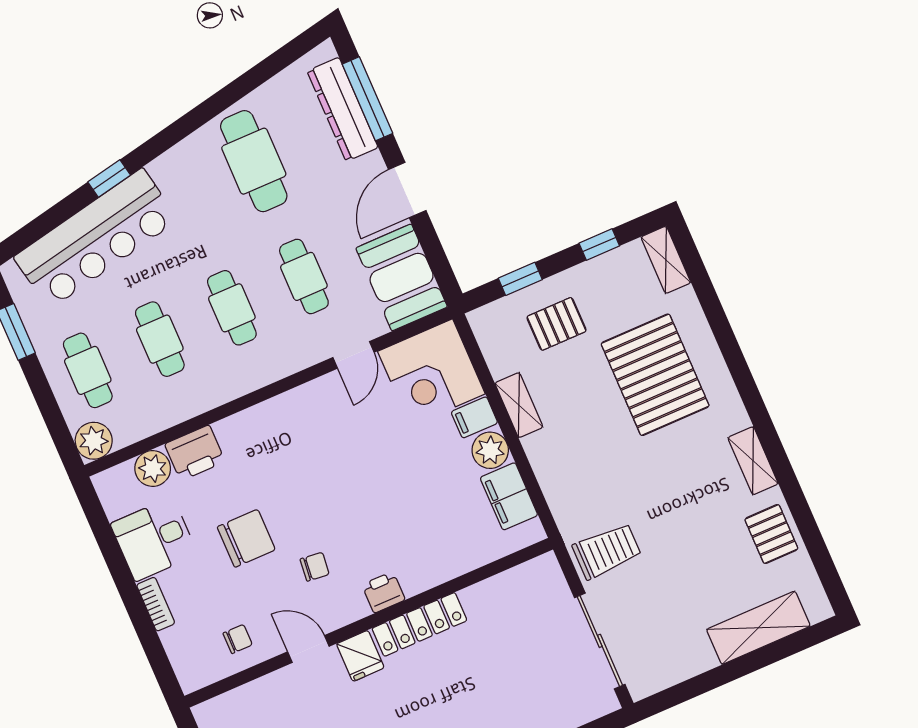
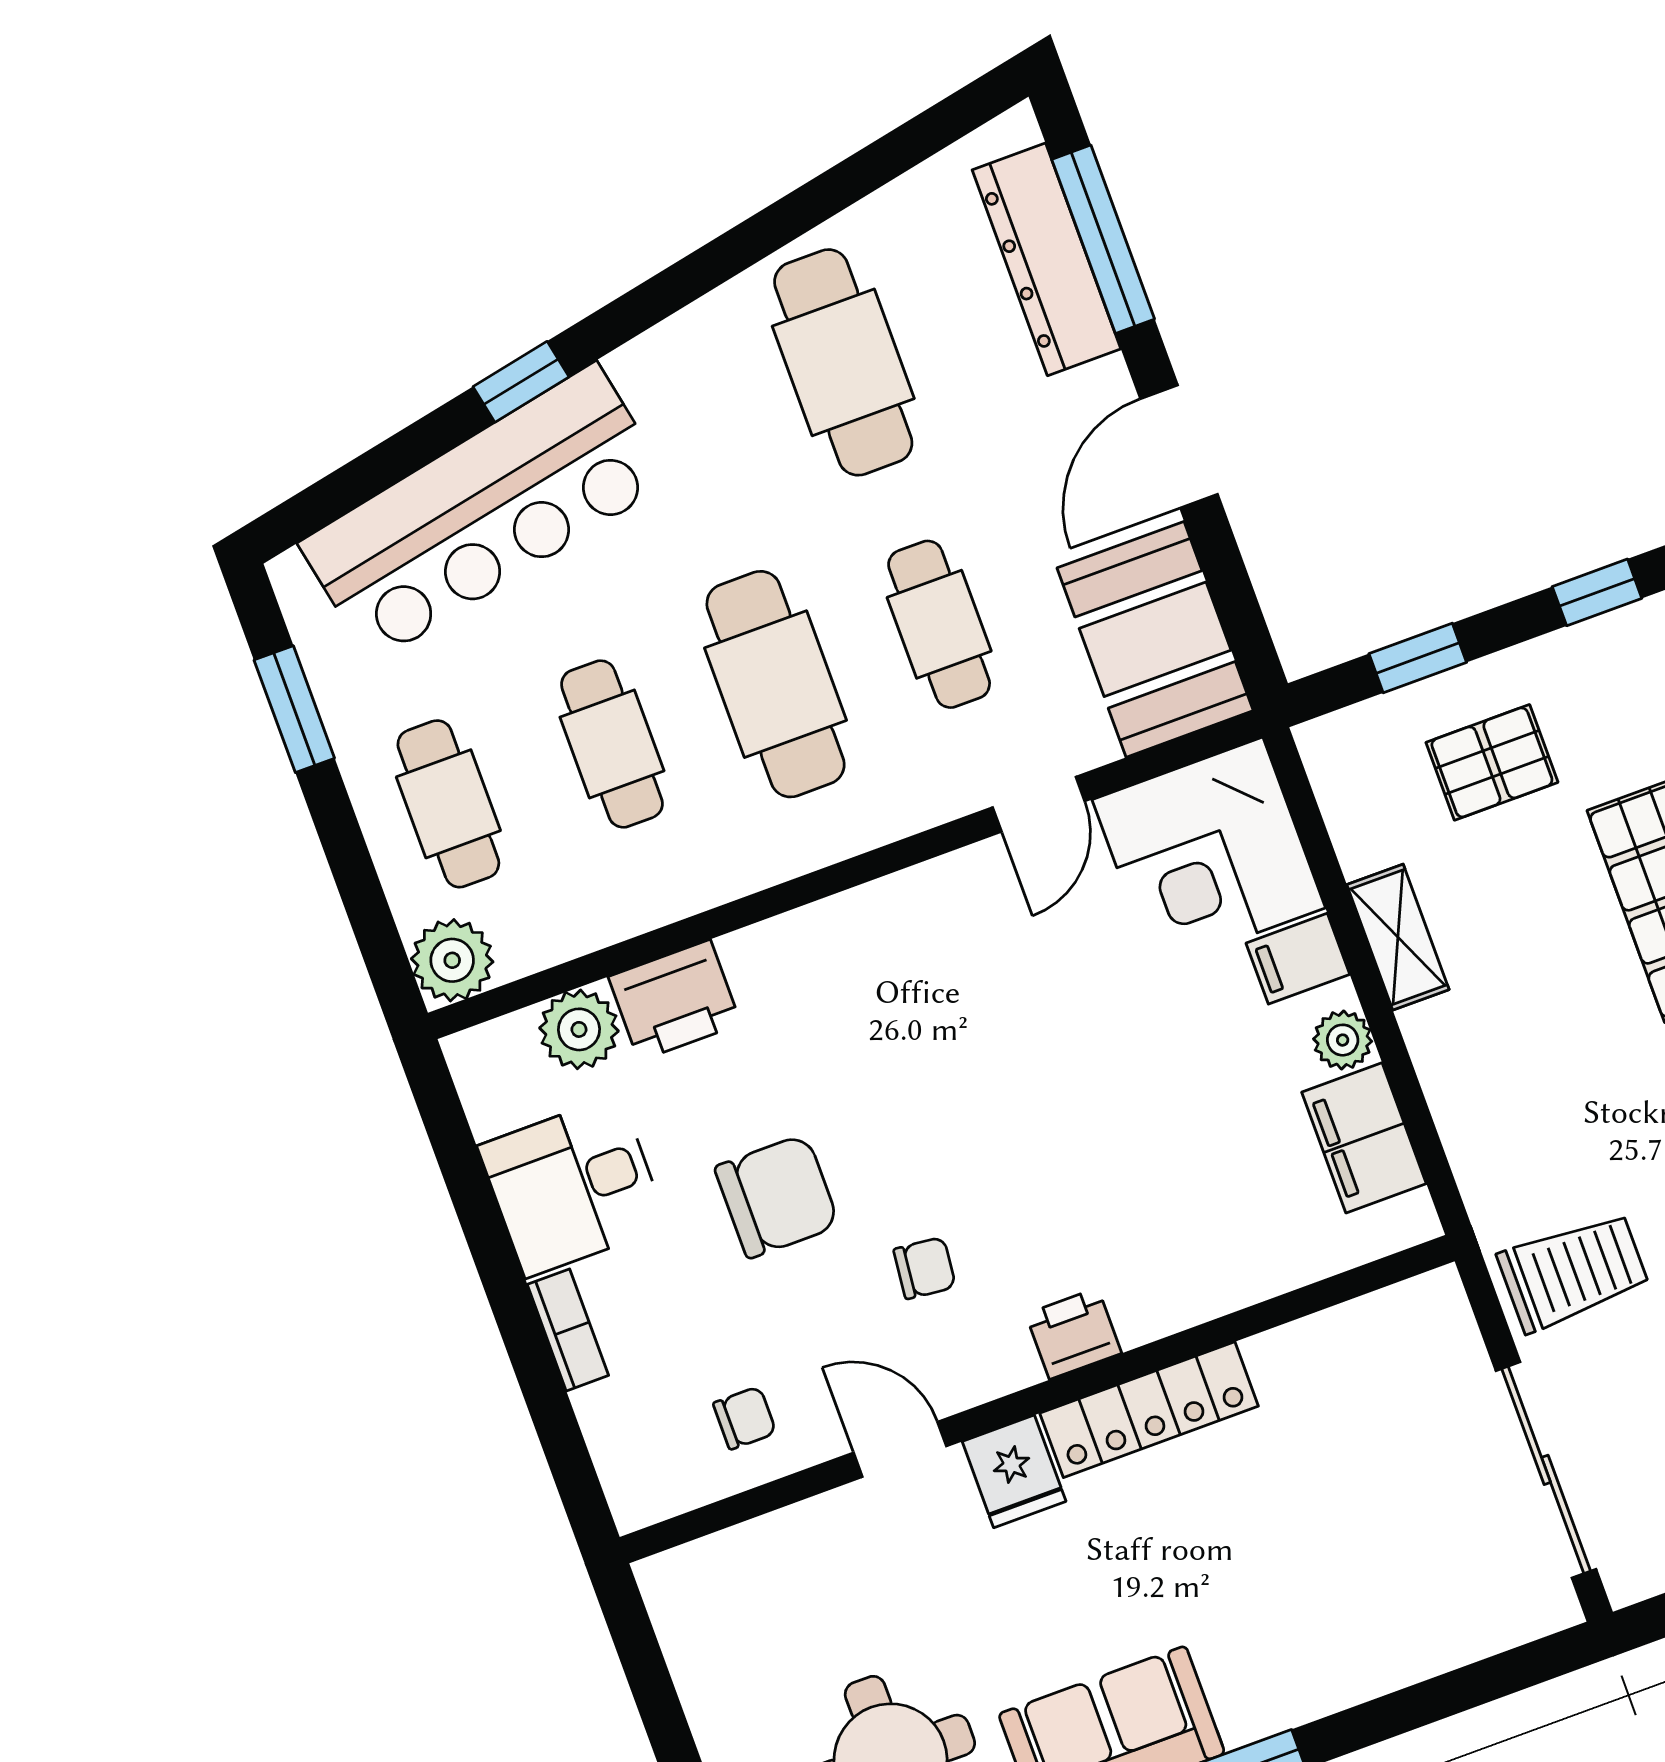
cafe table: (232, 308) -> (776, 684), width x1.37, depth x1.35
plant: (490, 450) -> (1343, 1040), width x0.73, depth x0.73

